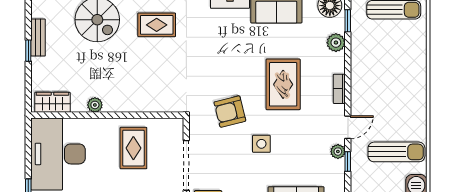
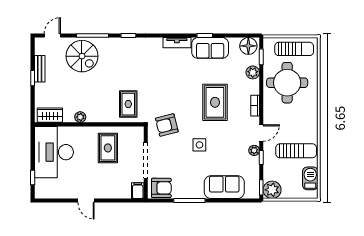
rug: (157, 25) -> (128, 104), moved, turned 90
round table: (384, 57) -> (287, 83), added
armchair: (230, 112) -> (167, 125), moved

